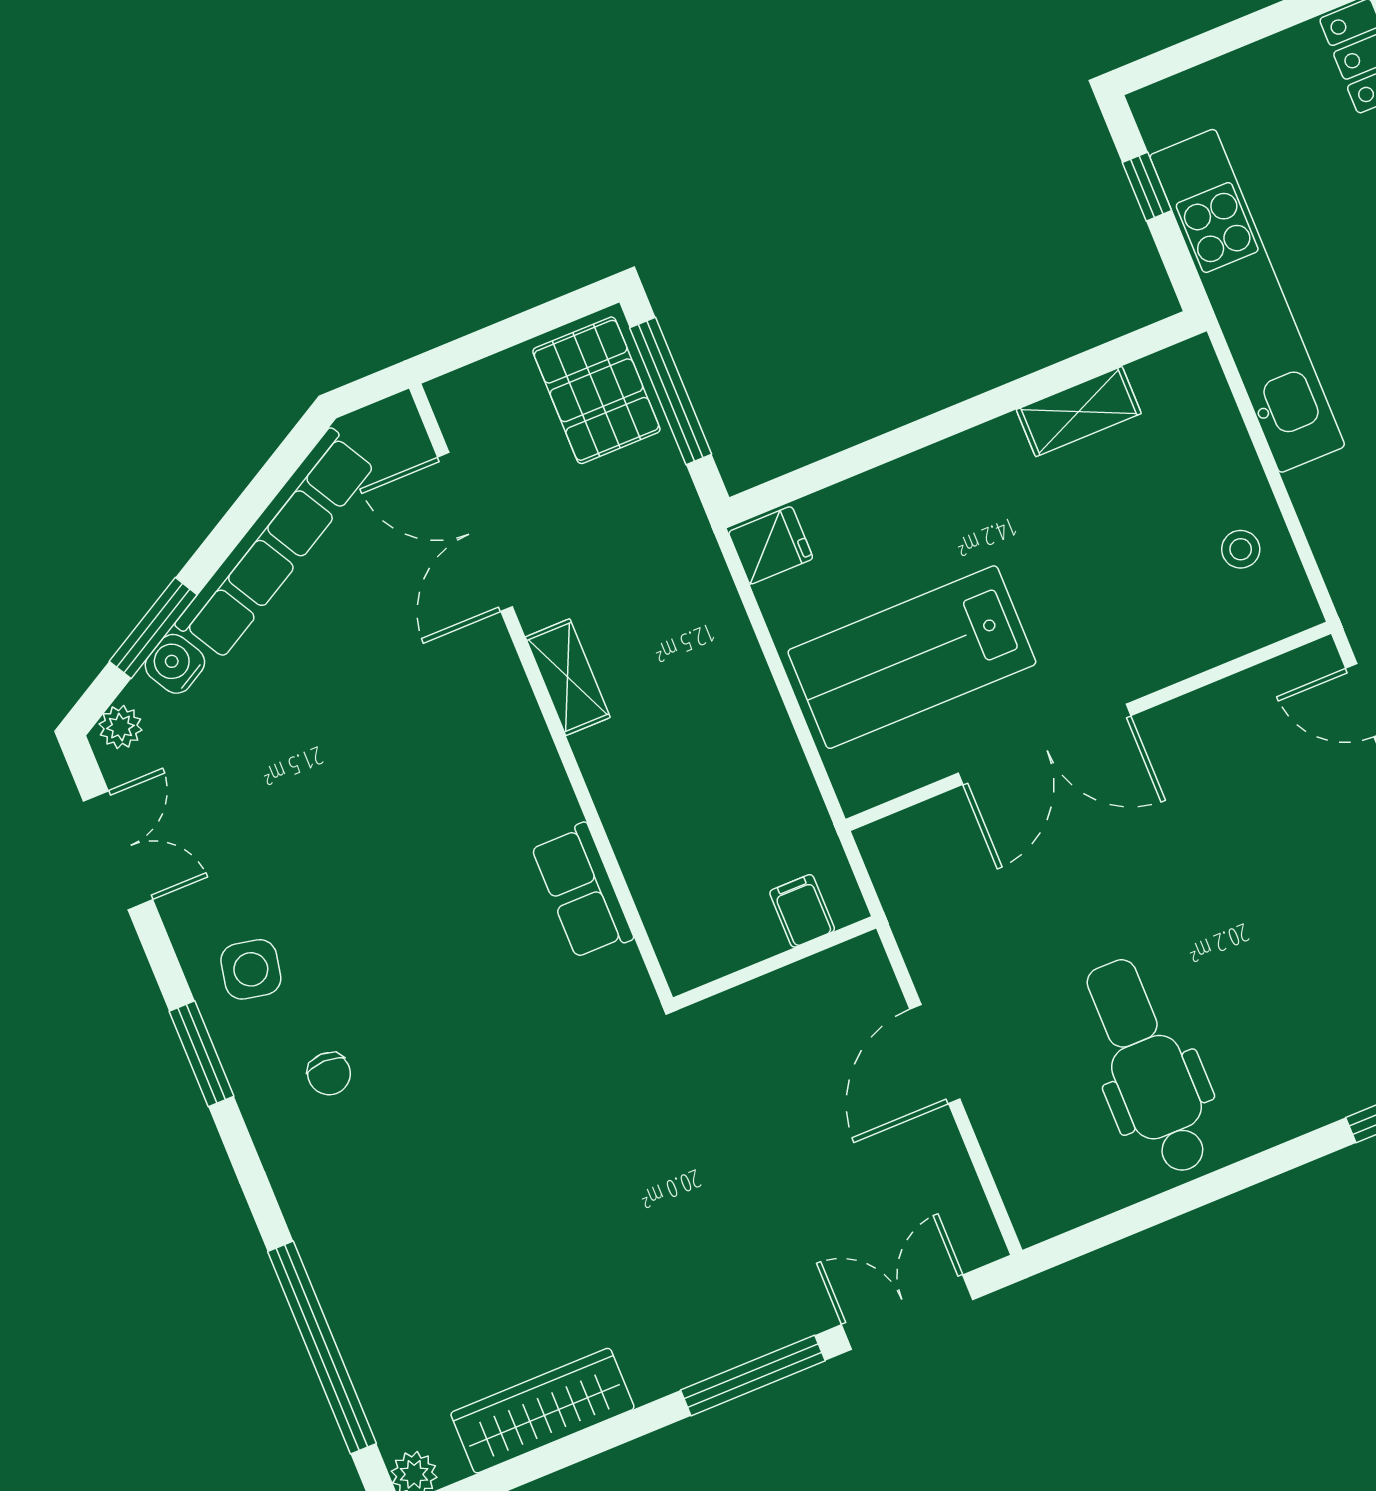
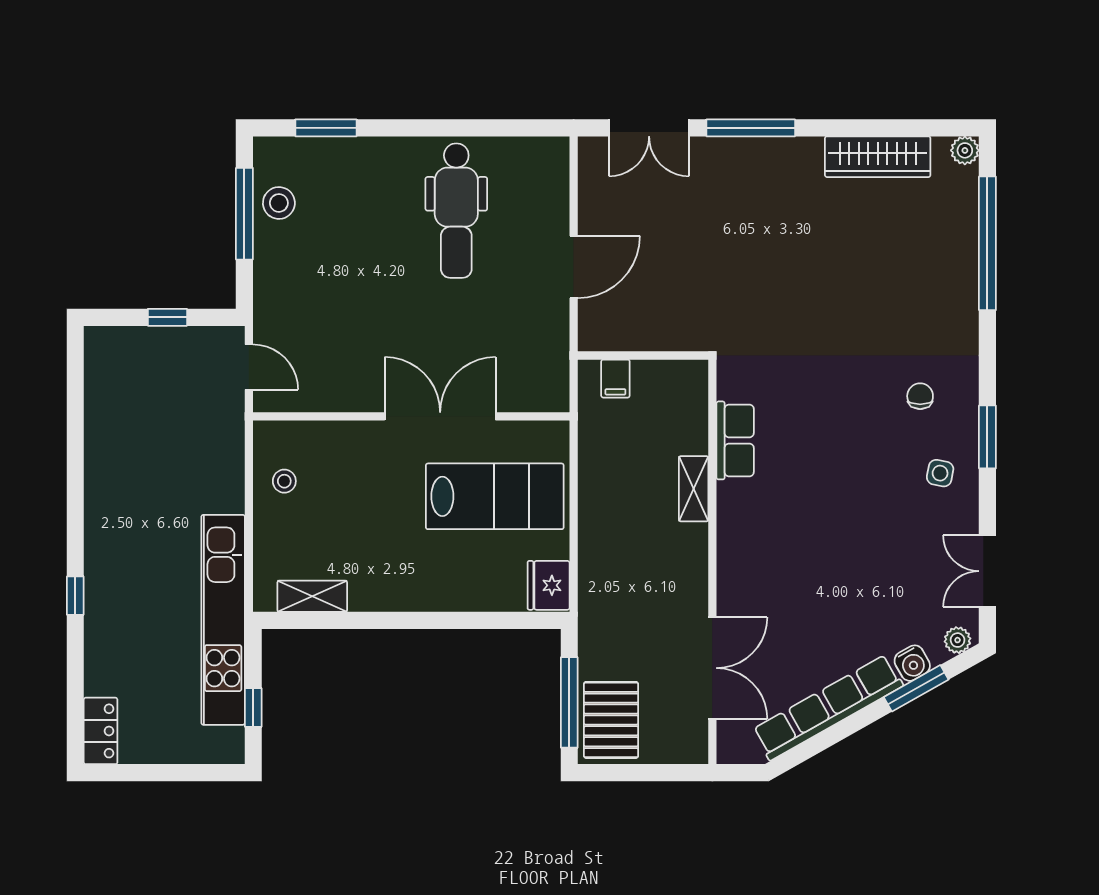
shelving: (1079, 412) -> (312, 596), moved
fridge: (771, 545) -> (549, 585), width x1.38
shelving: (568, 677) -> (694, 489), moved
side table: (251, 969) -> (940, 473), width x0.73, depth x0.73

